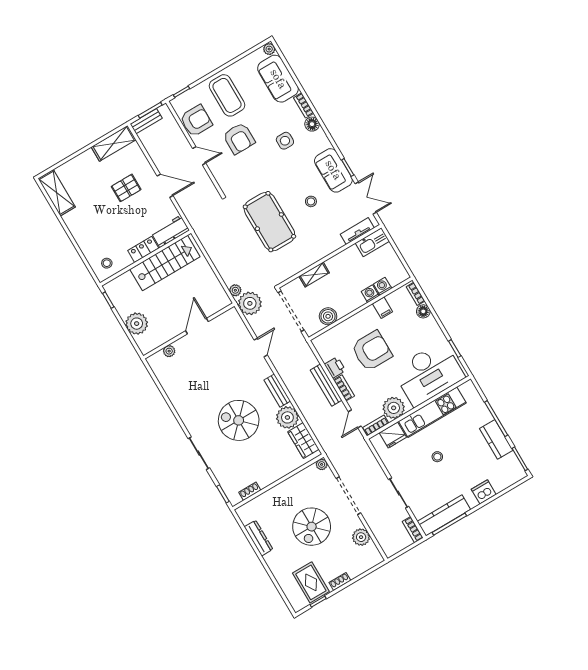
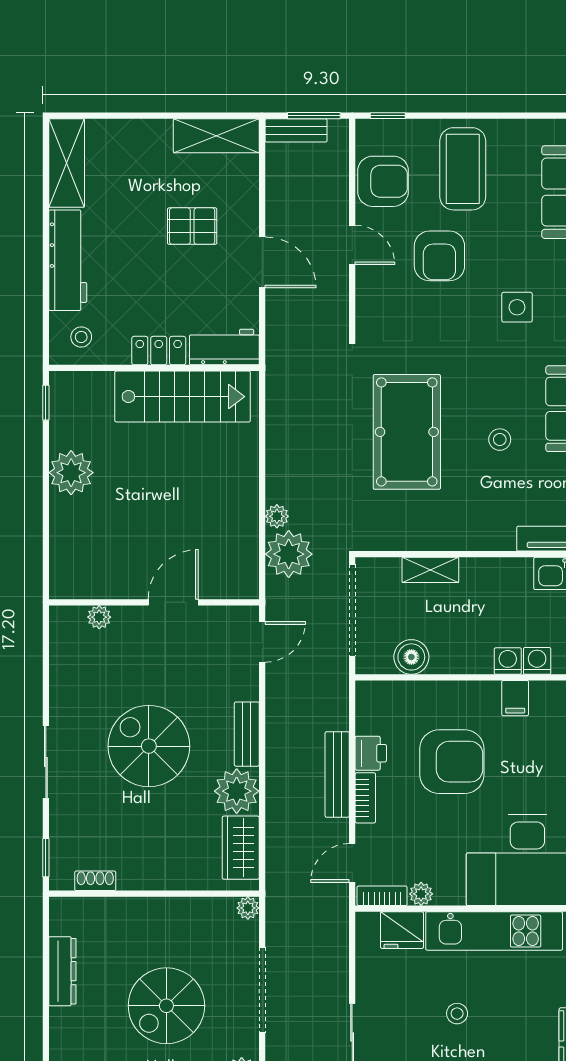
workbench: (82, 234) -> (68, 260), added
door: (197, 326) -> (173, 602), moved
wall: (189, 331) -> (154, 602), moved
plant: (169, 351) -> (99, 617), moved
plant: (394, 408) -> (421, 894), width x0.53, depth x0.53

